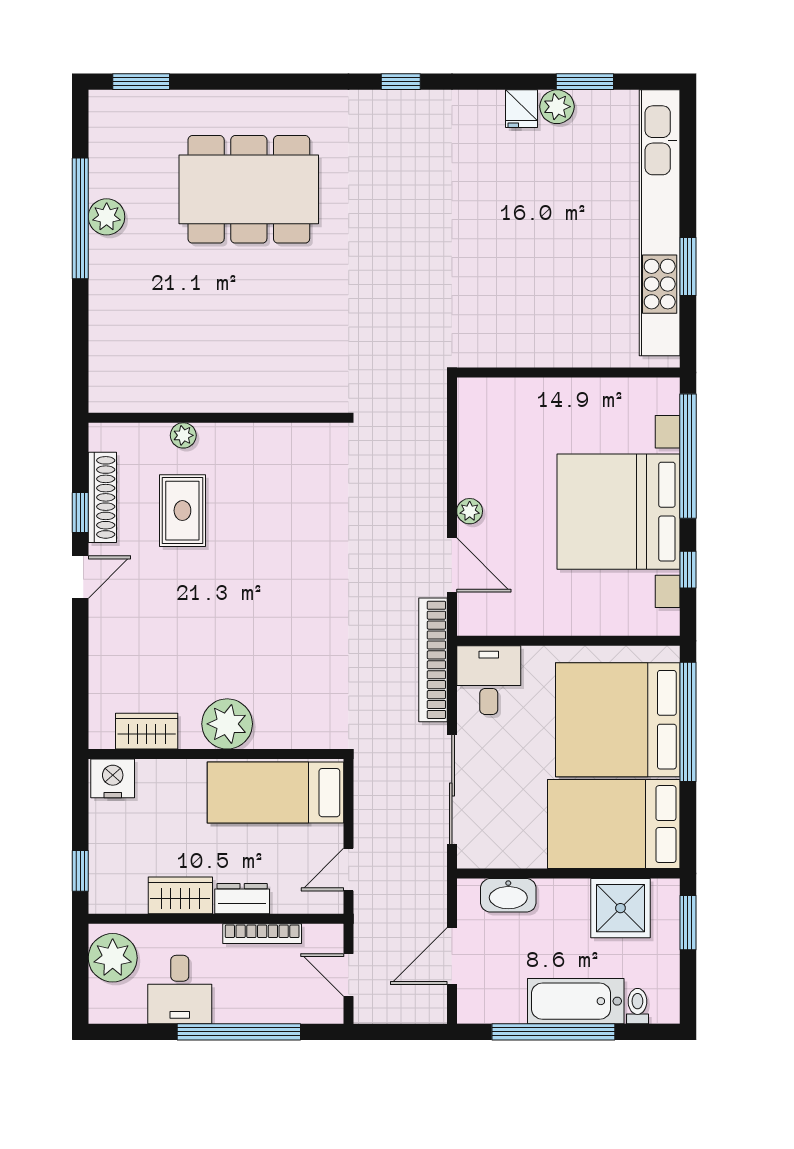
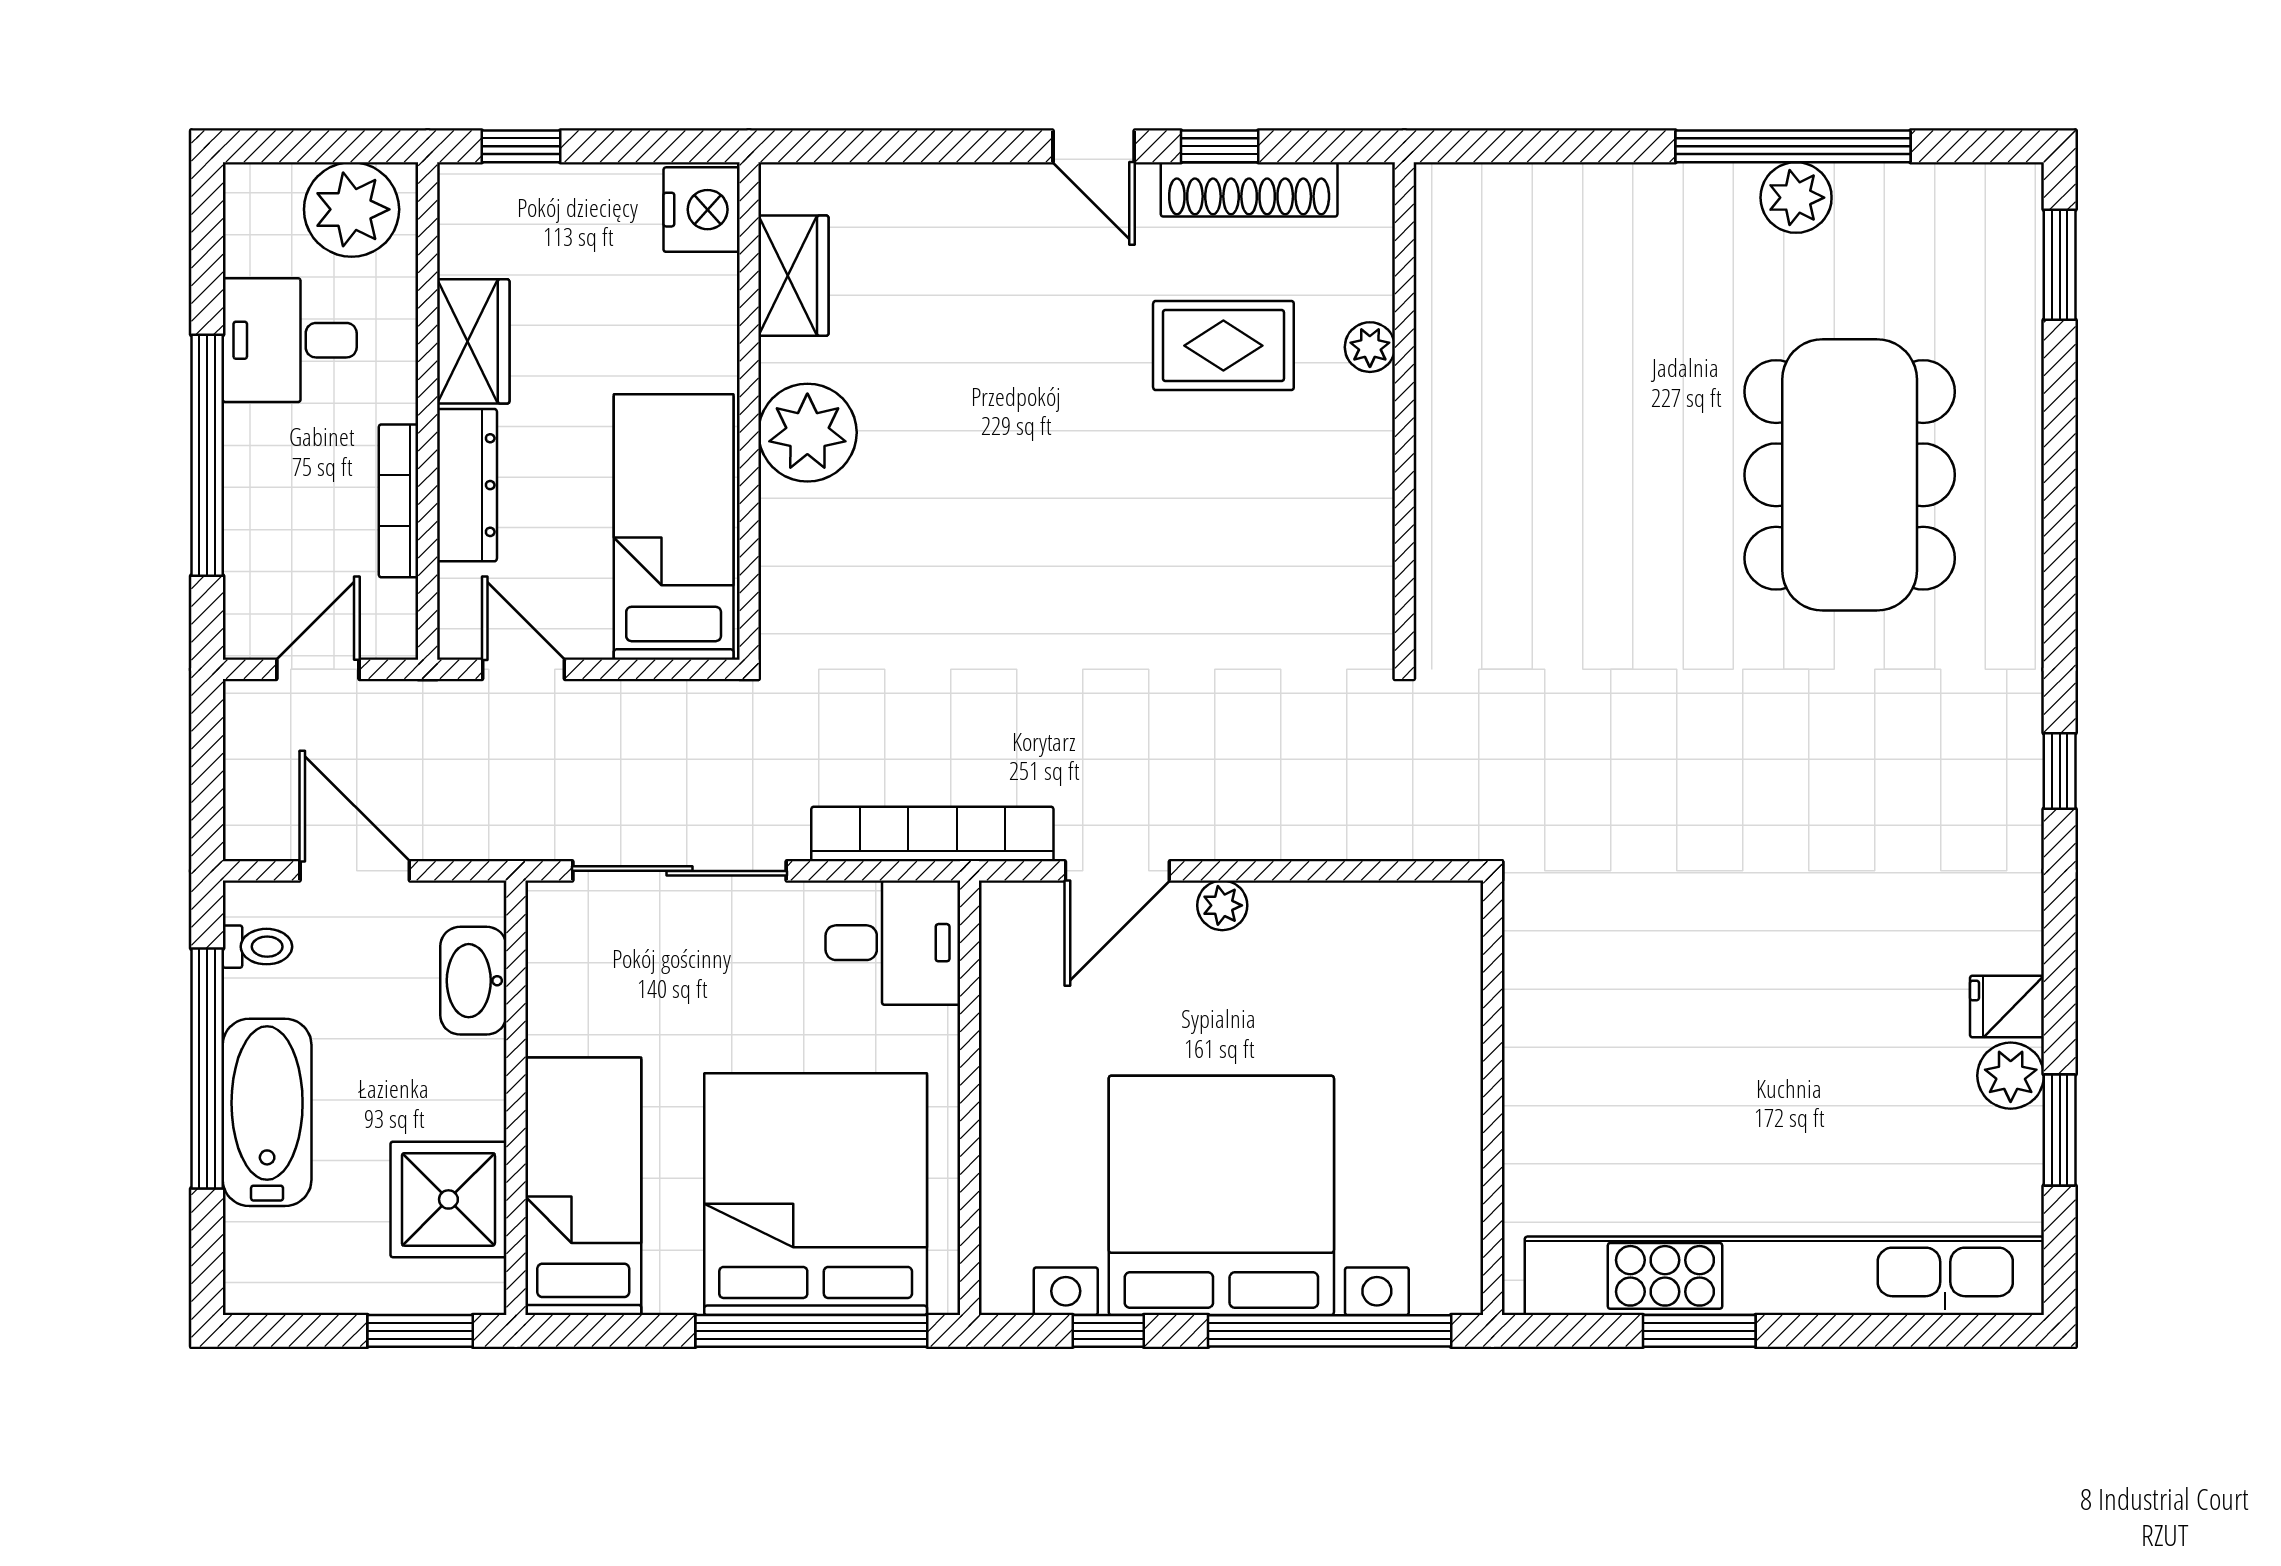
bed: (614, 824) -> (583, 1186), width x0.67
dresser: (242, 899) -> (467, 485), width x1.44
toilet: (637, 1006) -> (257, 947), moved

